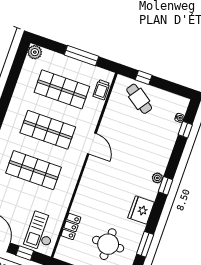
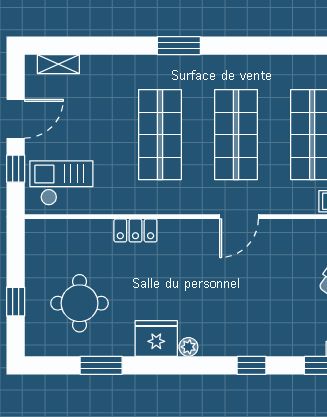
plant: (157, 178) -> (188, 347), moved
window: (166, 186) -> (252, 365), moved
locker: (71, 226) -> (135, 230), moved

